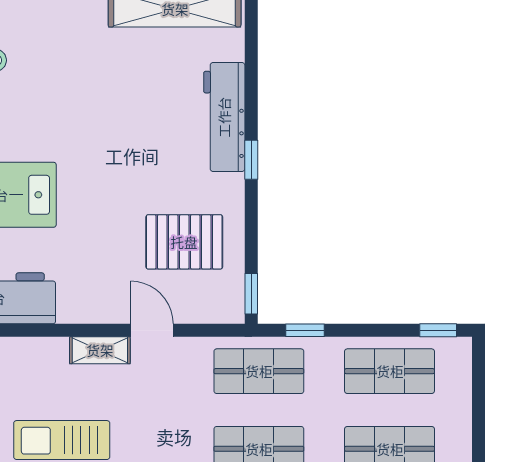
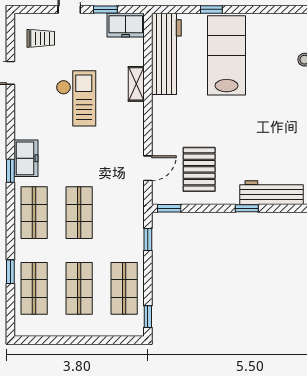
door: (152, 330) -> (148, 168), moved
shelving: (100, 350) -> (136, 84), moved
shop shelf: (259, 371) -> (124, 213), removed

